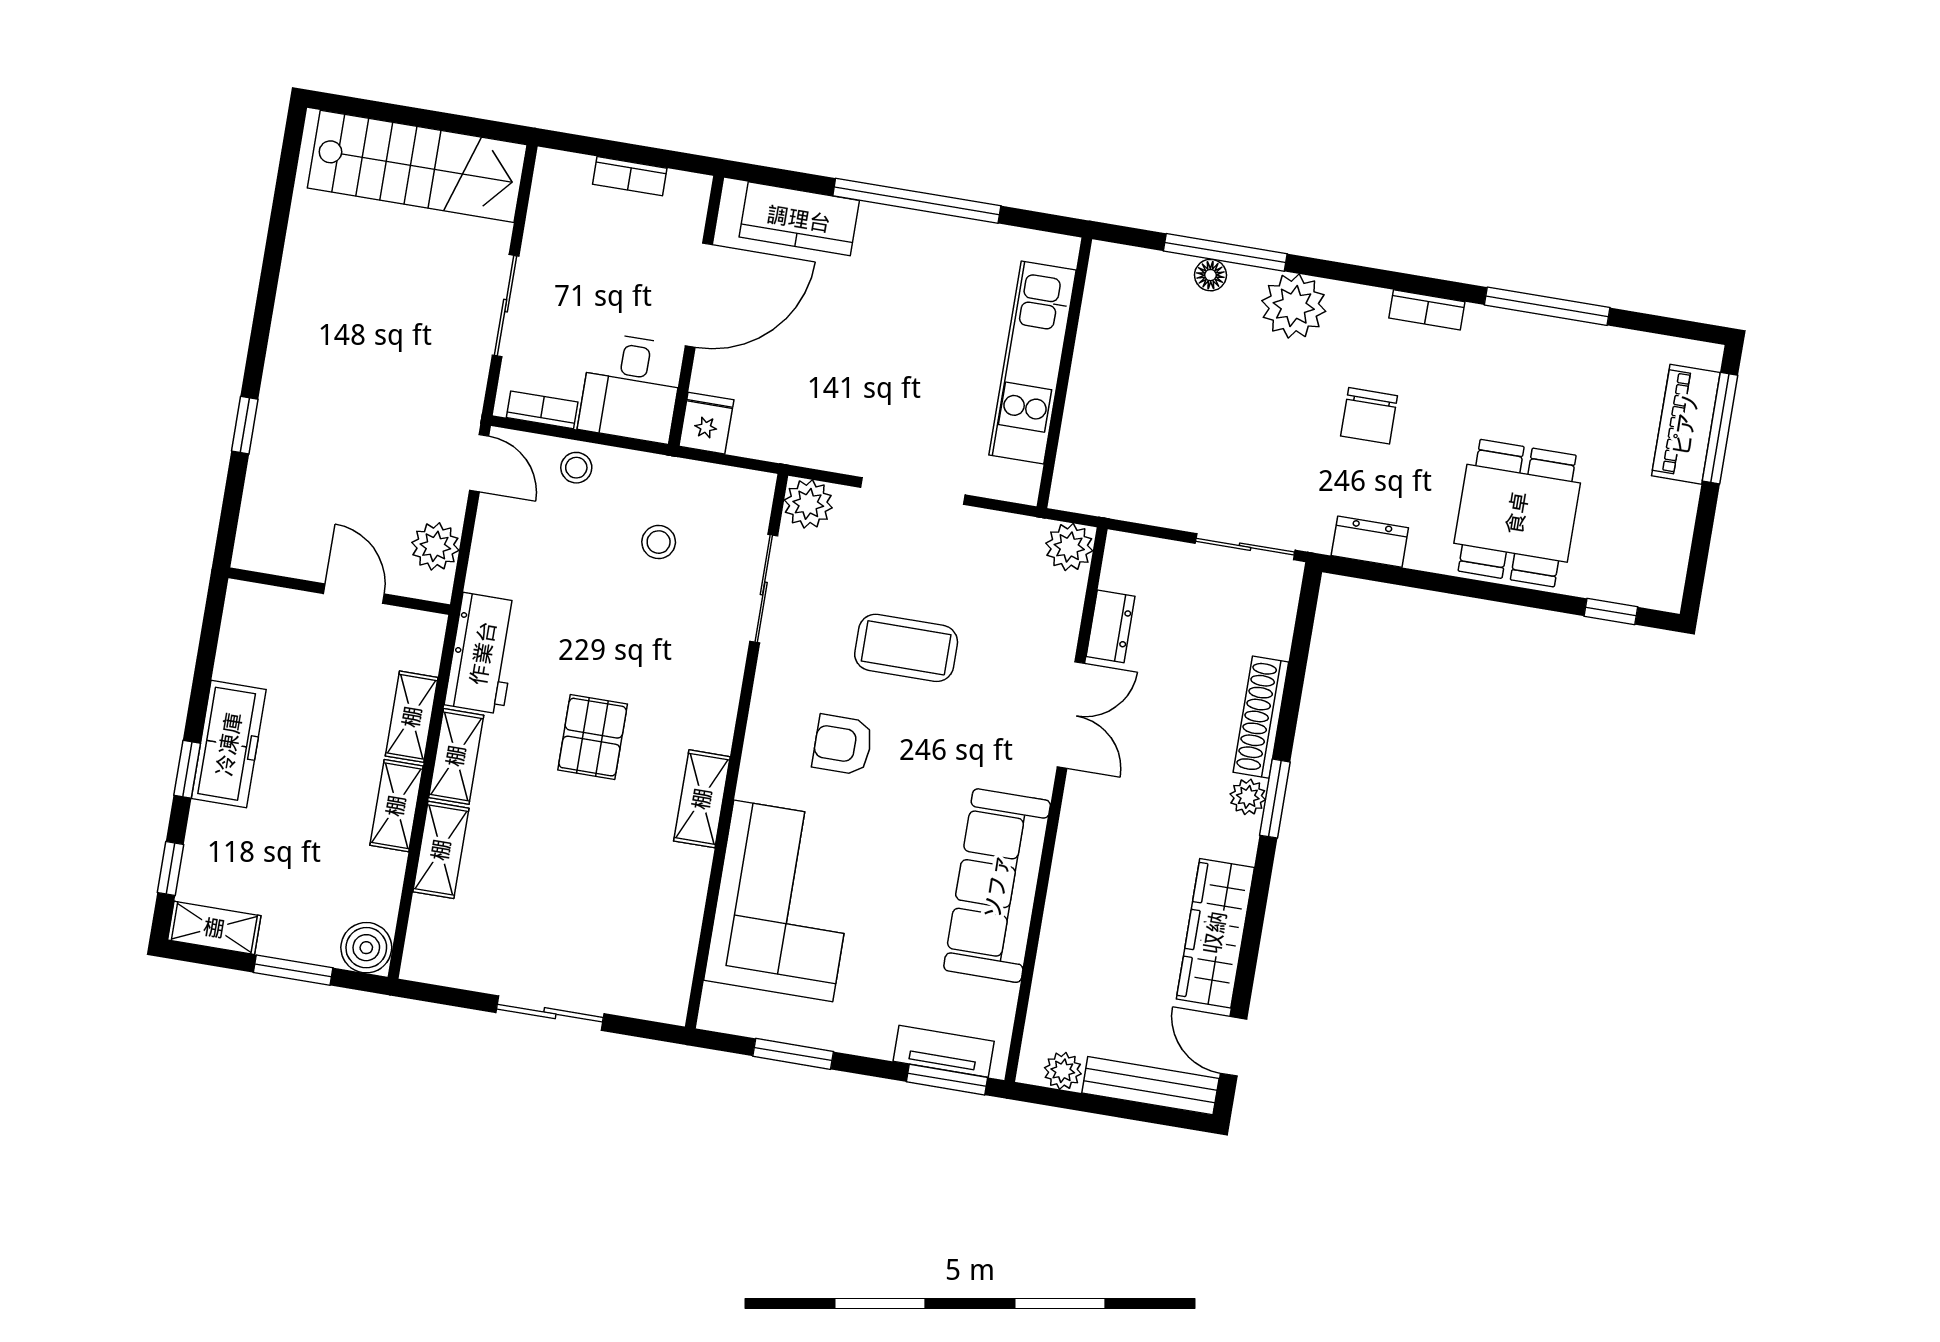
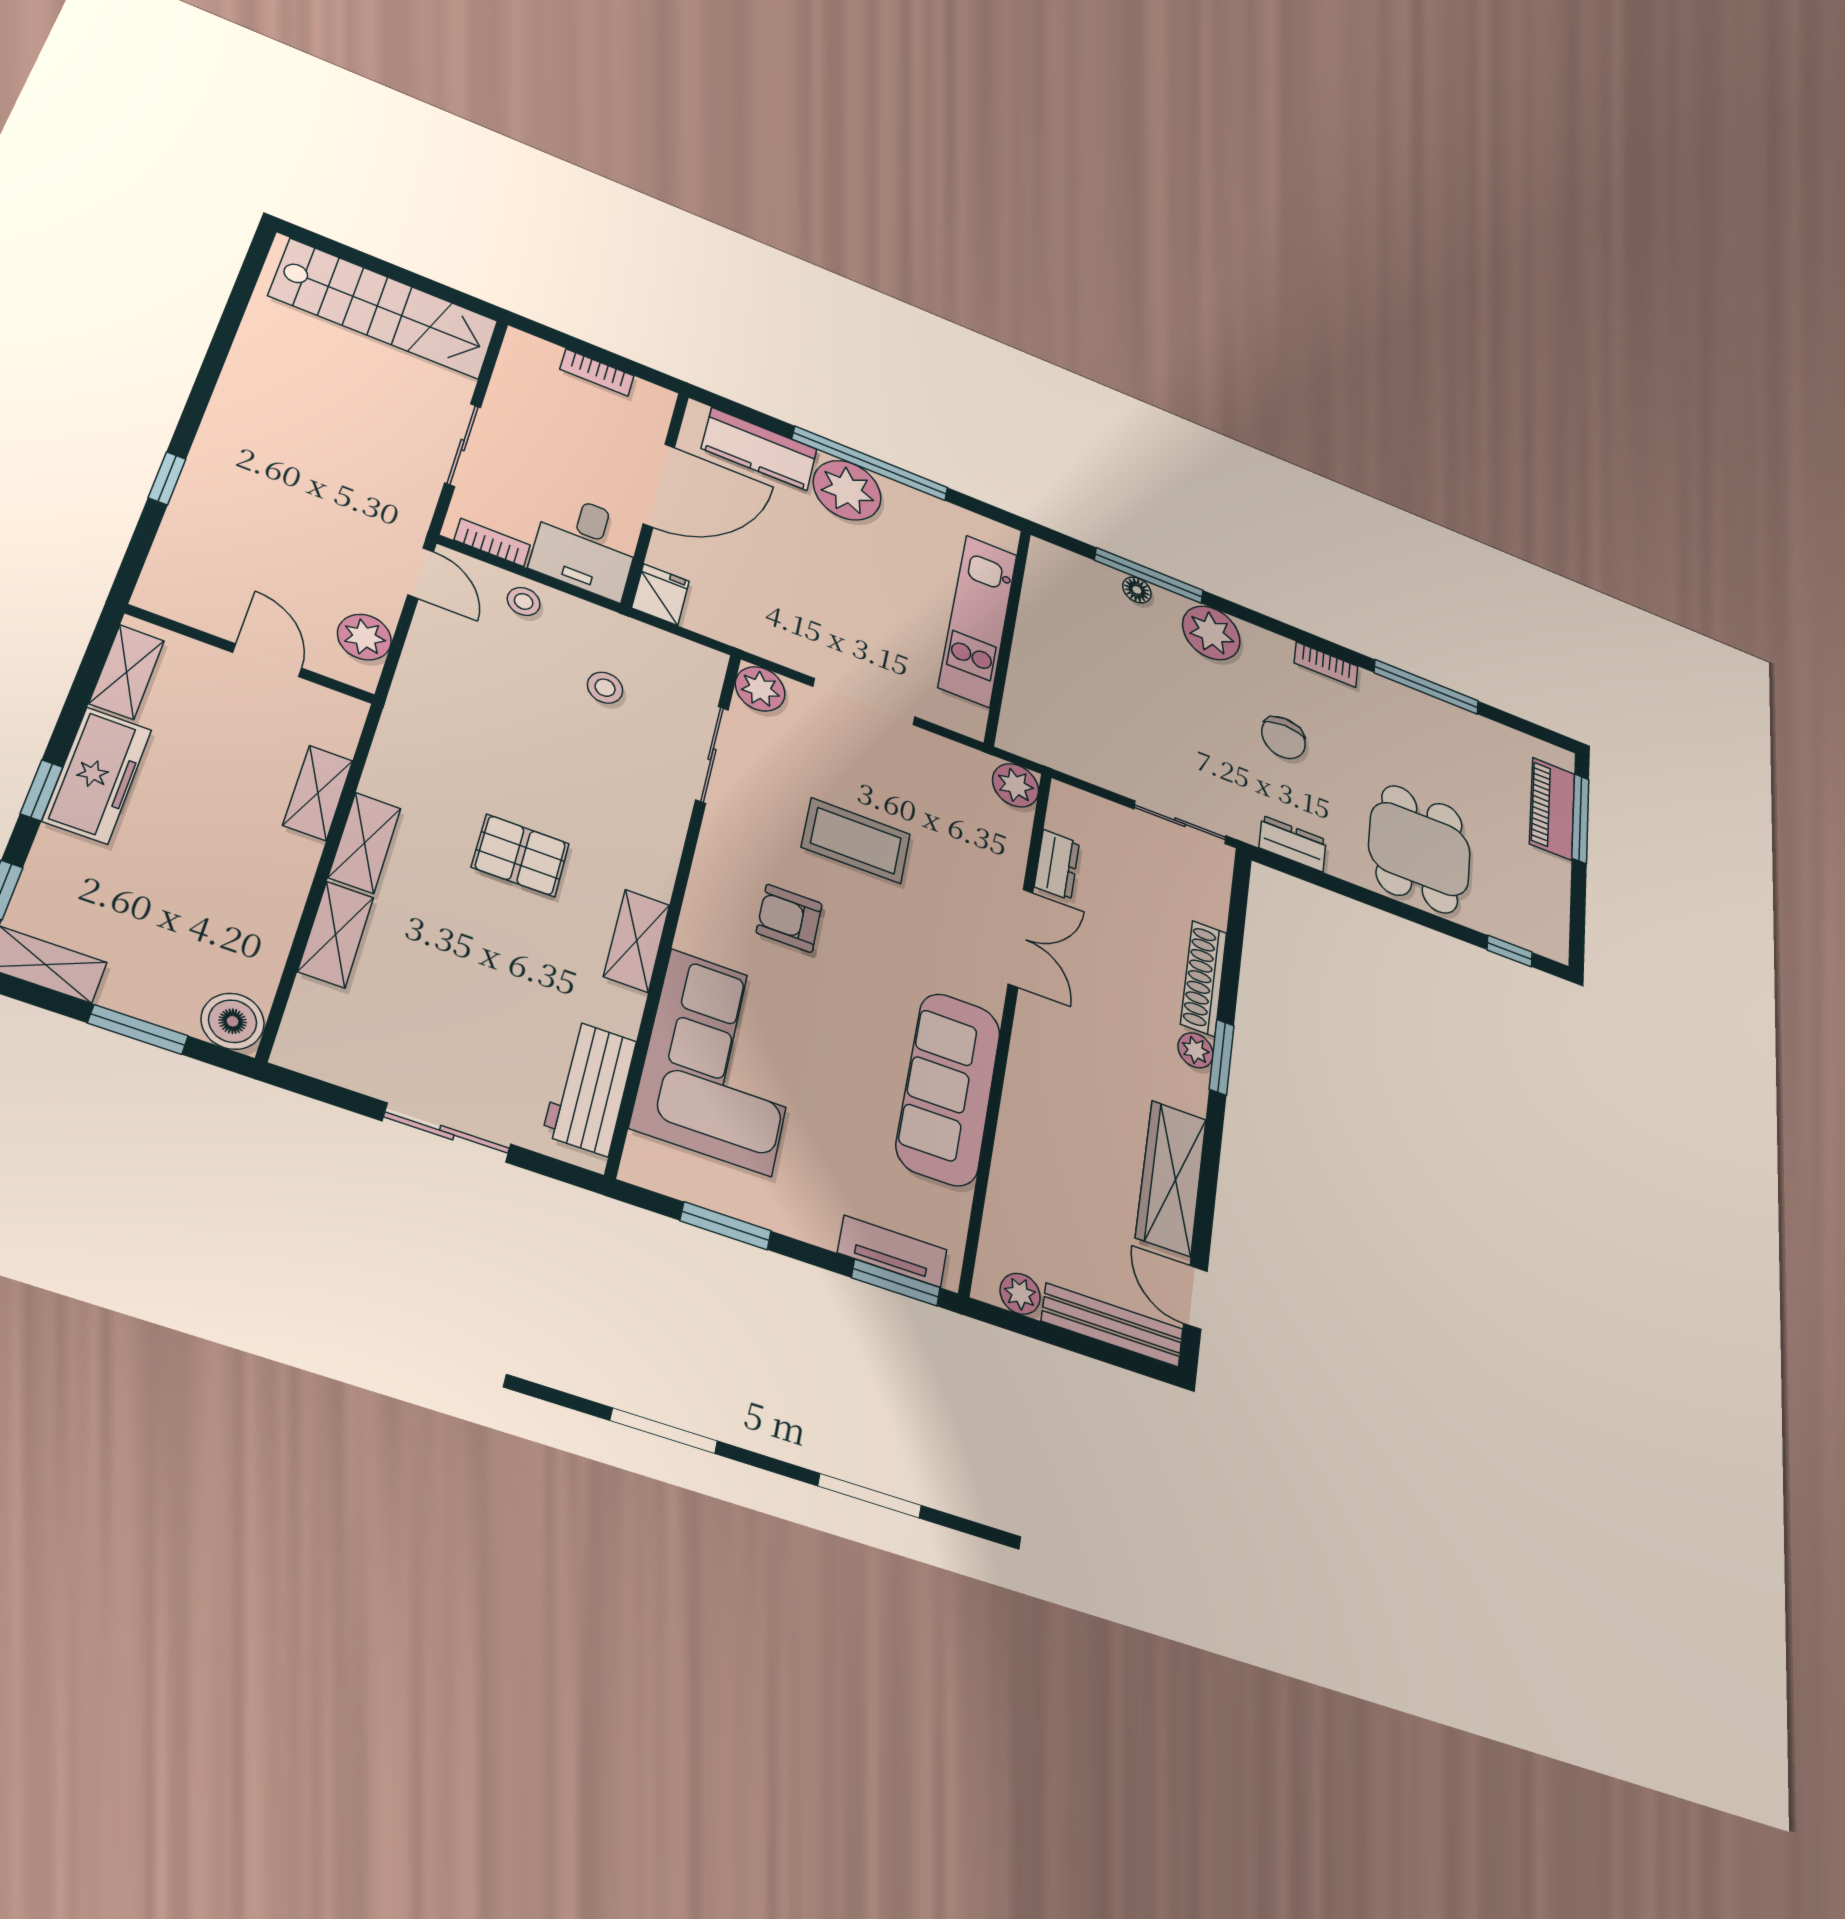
plant: (893, 242) -> (847, 490), added
workbench: (483, 653) -> (590, 1088), moved, turned 180
pallet: (593, 737) -> (520, 855), turned 90
shelving: (396, 806) -> (127, 672), moved

